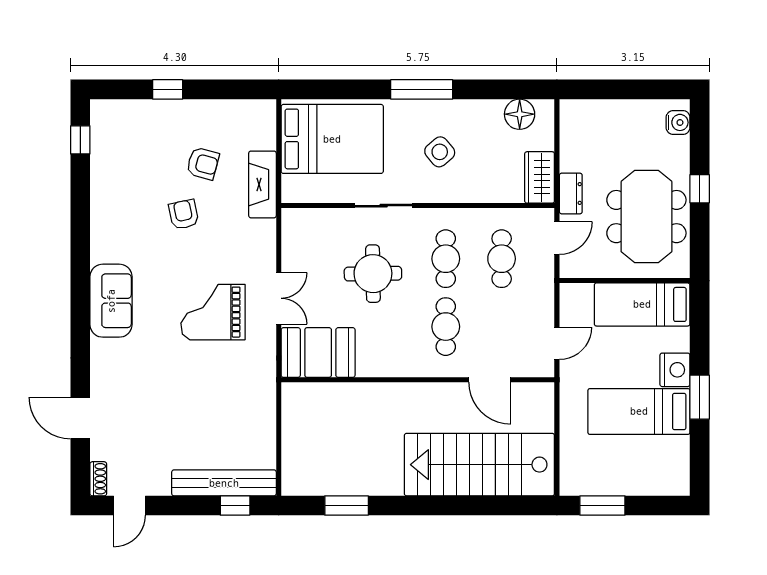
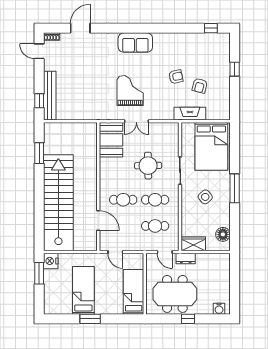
nightstand: (675, 370) -> (51, 261), moved, turned 90
door: (490, 380) -> (98, 220), swing flipped
stairs: (479, 465) -> (58, 203), width x1.36

